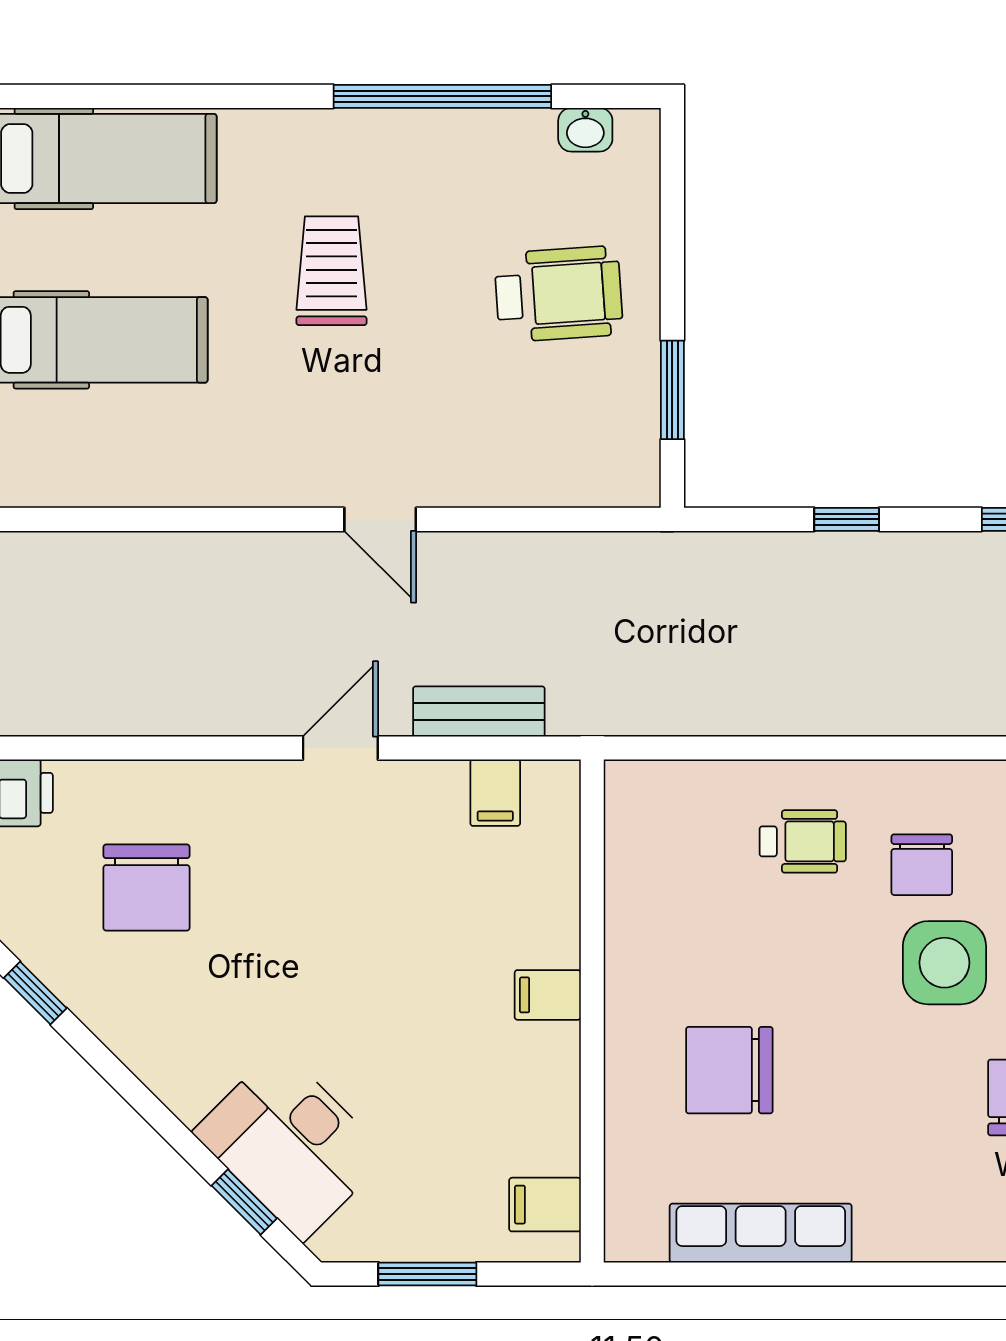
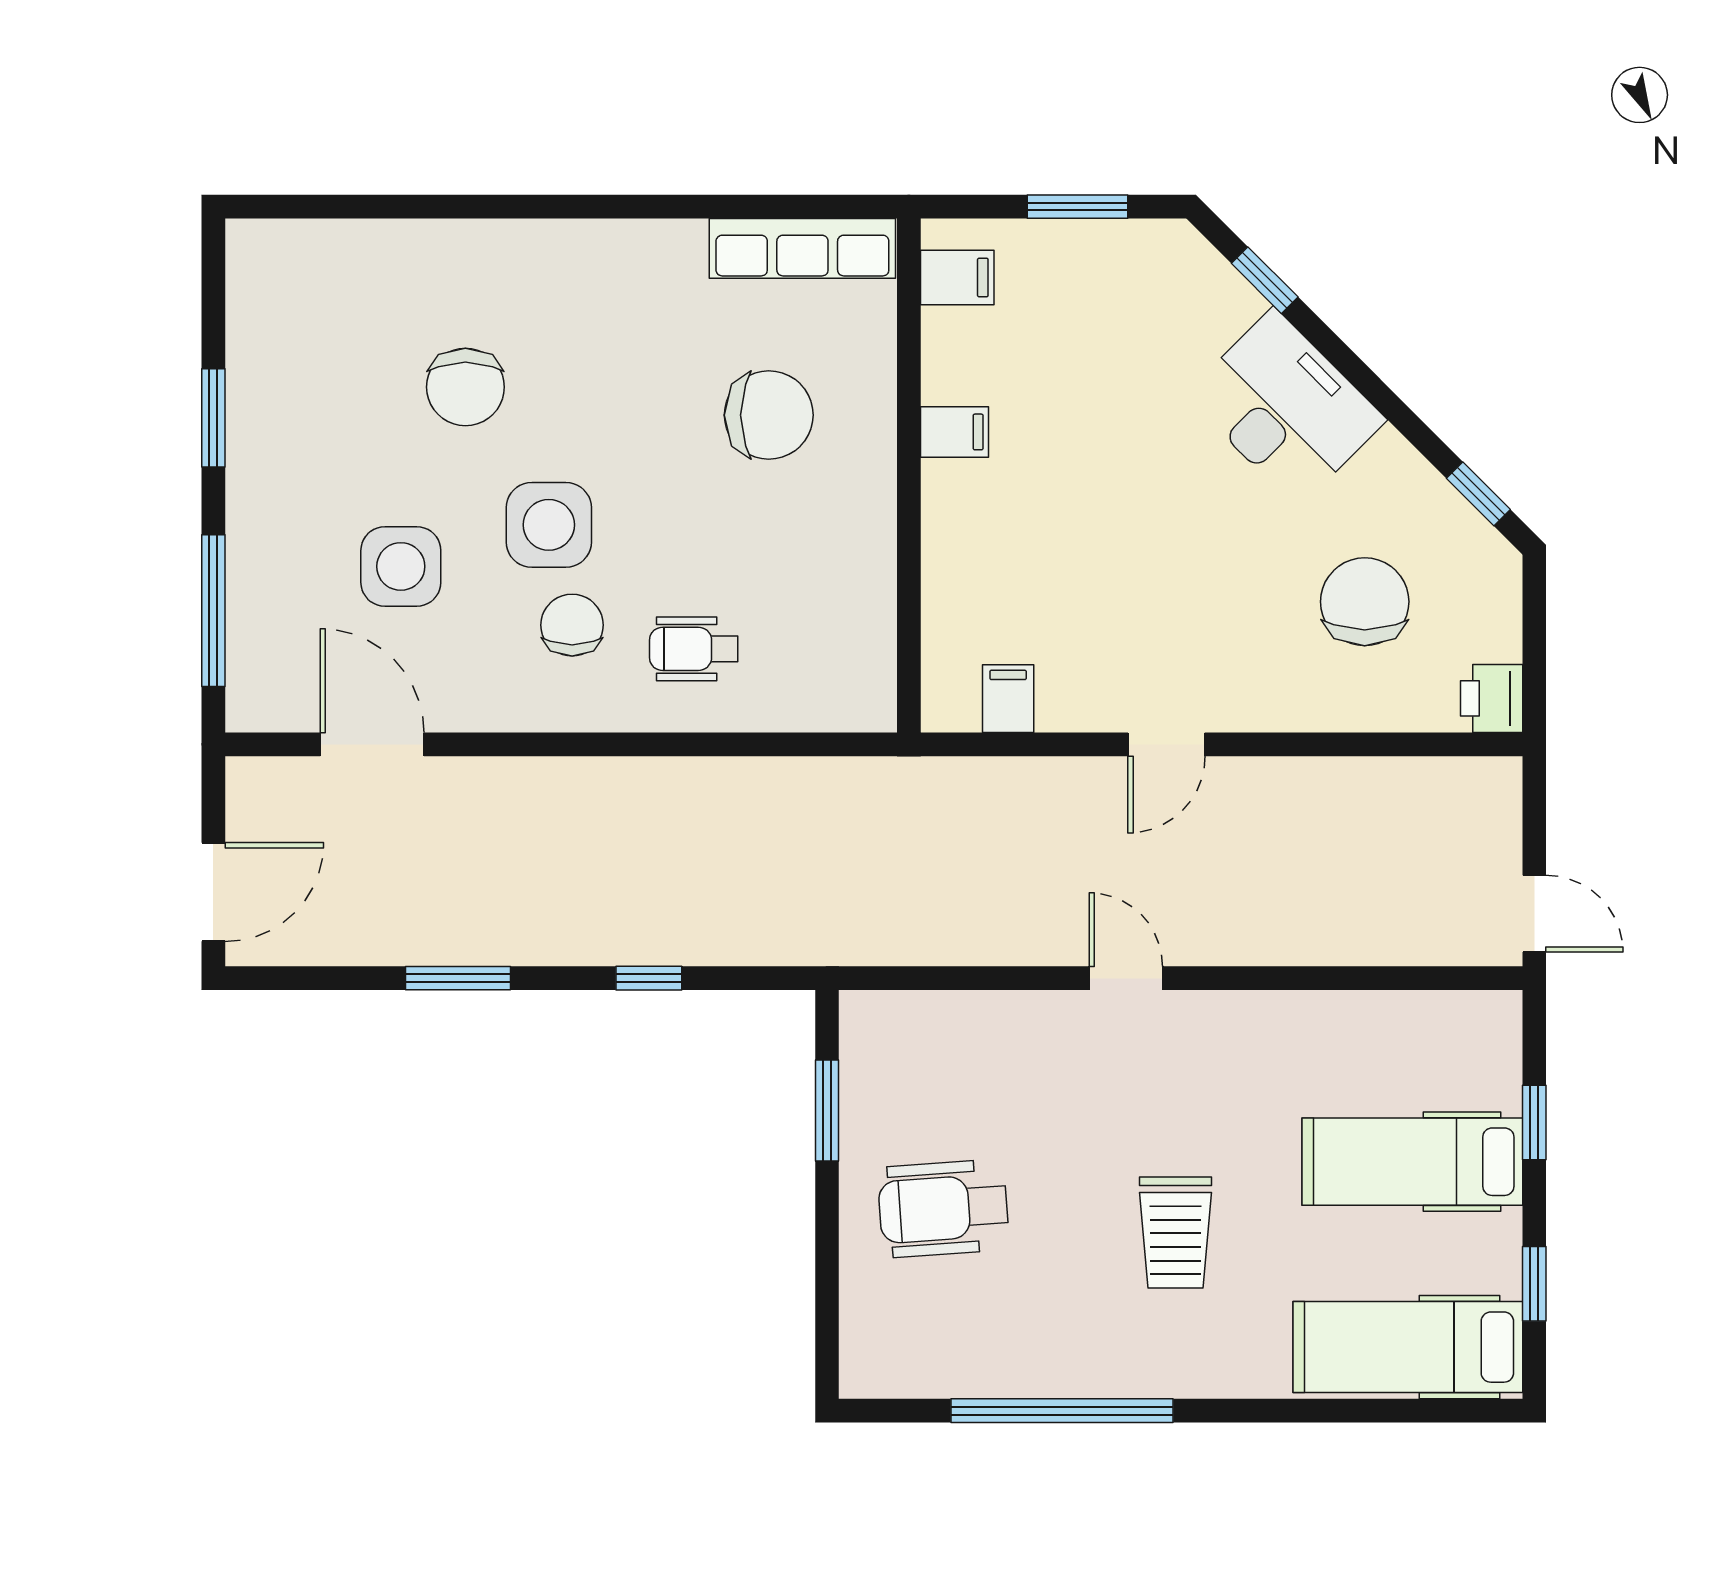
washbasin: (585, 130) -> (916, 1377), removed
bench: (479, 711) -> (1025, 782), removed
filing cabinet: (548, 995) -> (954, 432), moved
desk: (291, 1144) -> (1286, 408), moved
row of seats: (761, 1233) -> (802, 248), moved

